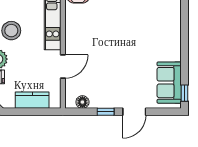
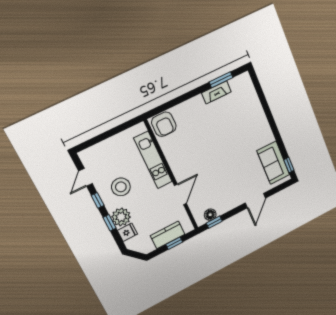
window: (34, 112) -> (174, 243), added
window: (106, 112) -> (214, 222), moved

